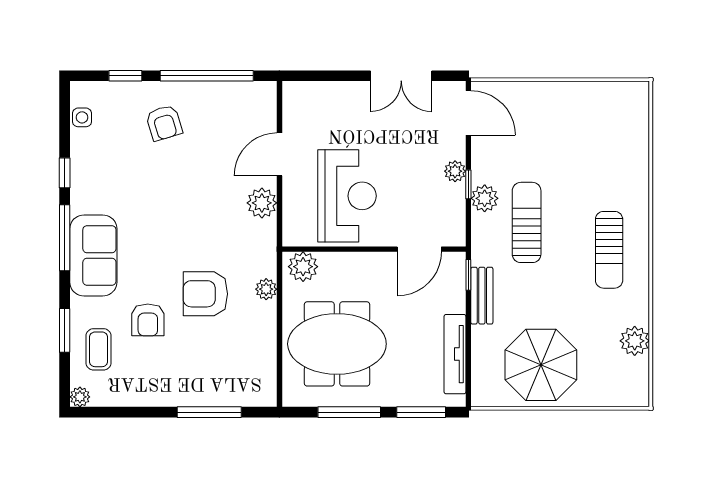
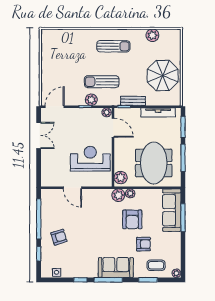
plant: (455, 171) -> (107, 112), moved
plant: (262, 203) -> (118, 195), moved
sofa: (227, 386) -> (172, 210), added

